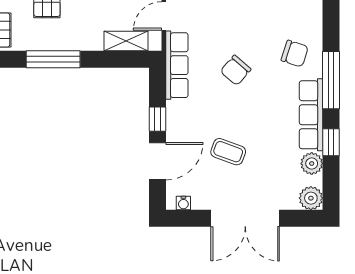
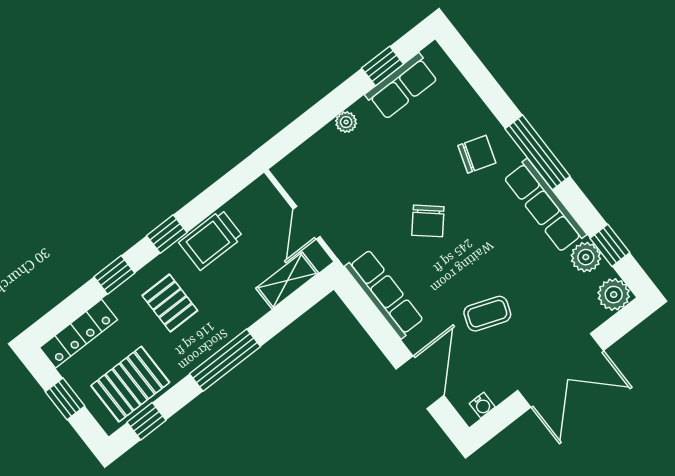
row of seats: (177, 65) -> (384, 294), moved
window: (157, 119) -> (385, 338), removed
window: (331, 142) -> (610, 245), moved

